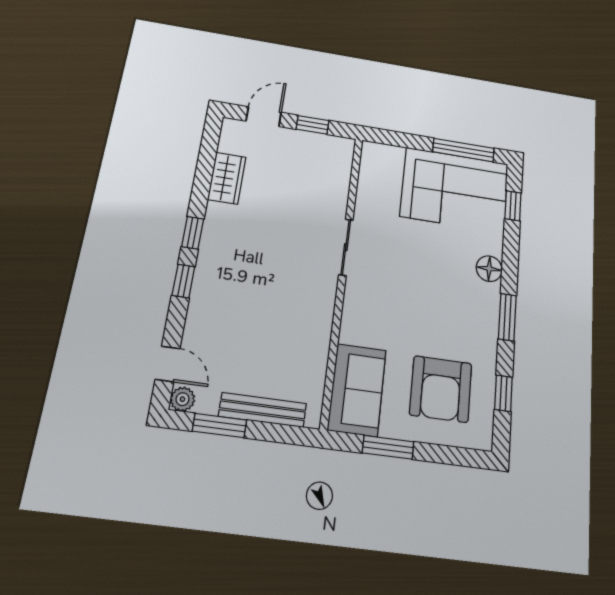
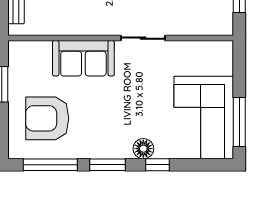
window: (513, 206) -> (158, 165), moved
sofa: (357, 390) -> (83, 58), moved
window: (503, 393) -> (50, 165), width x2.17

